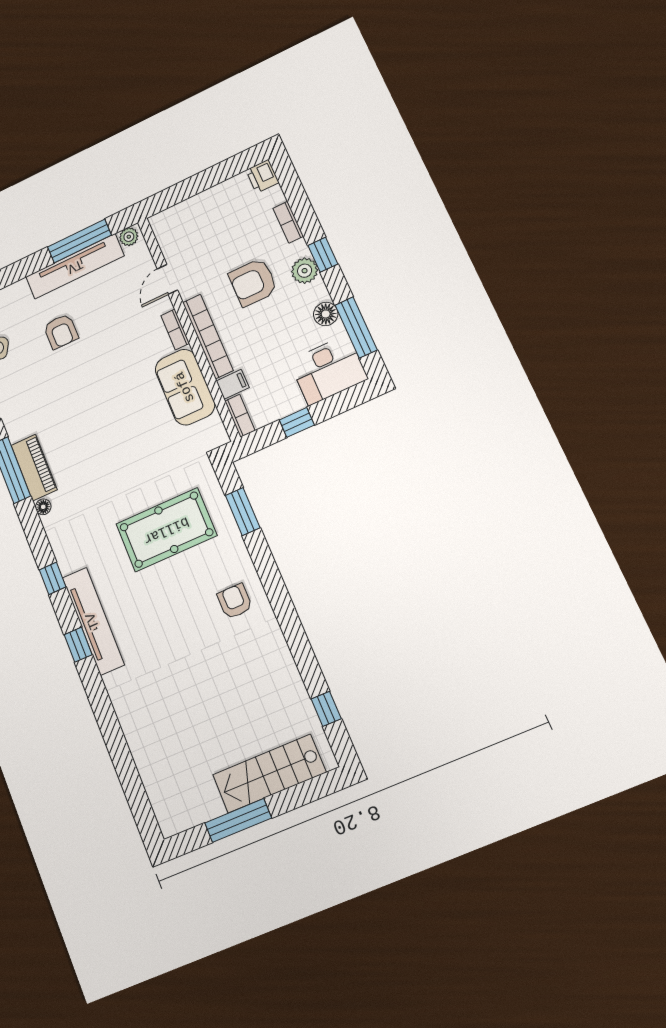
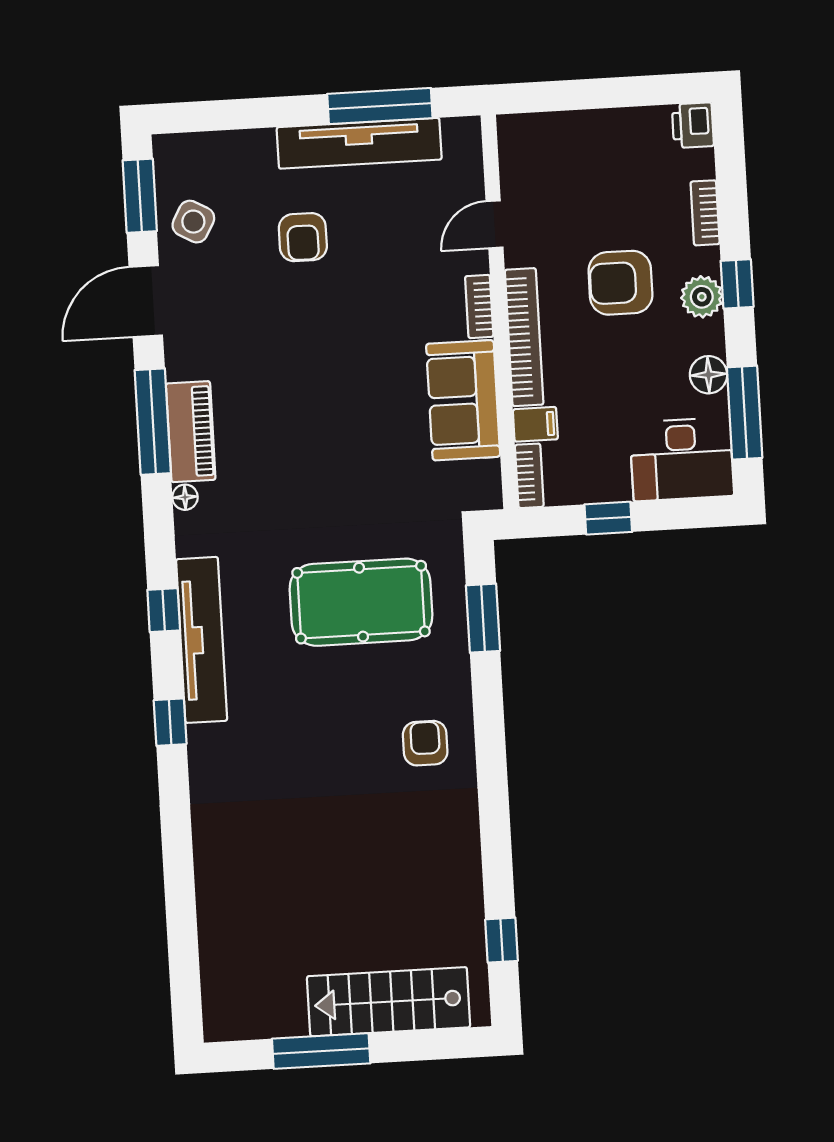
plant: (129, 237) -> (459, 132), removed
tv unit: (93, 621) -> (202, 640), moved

